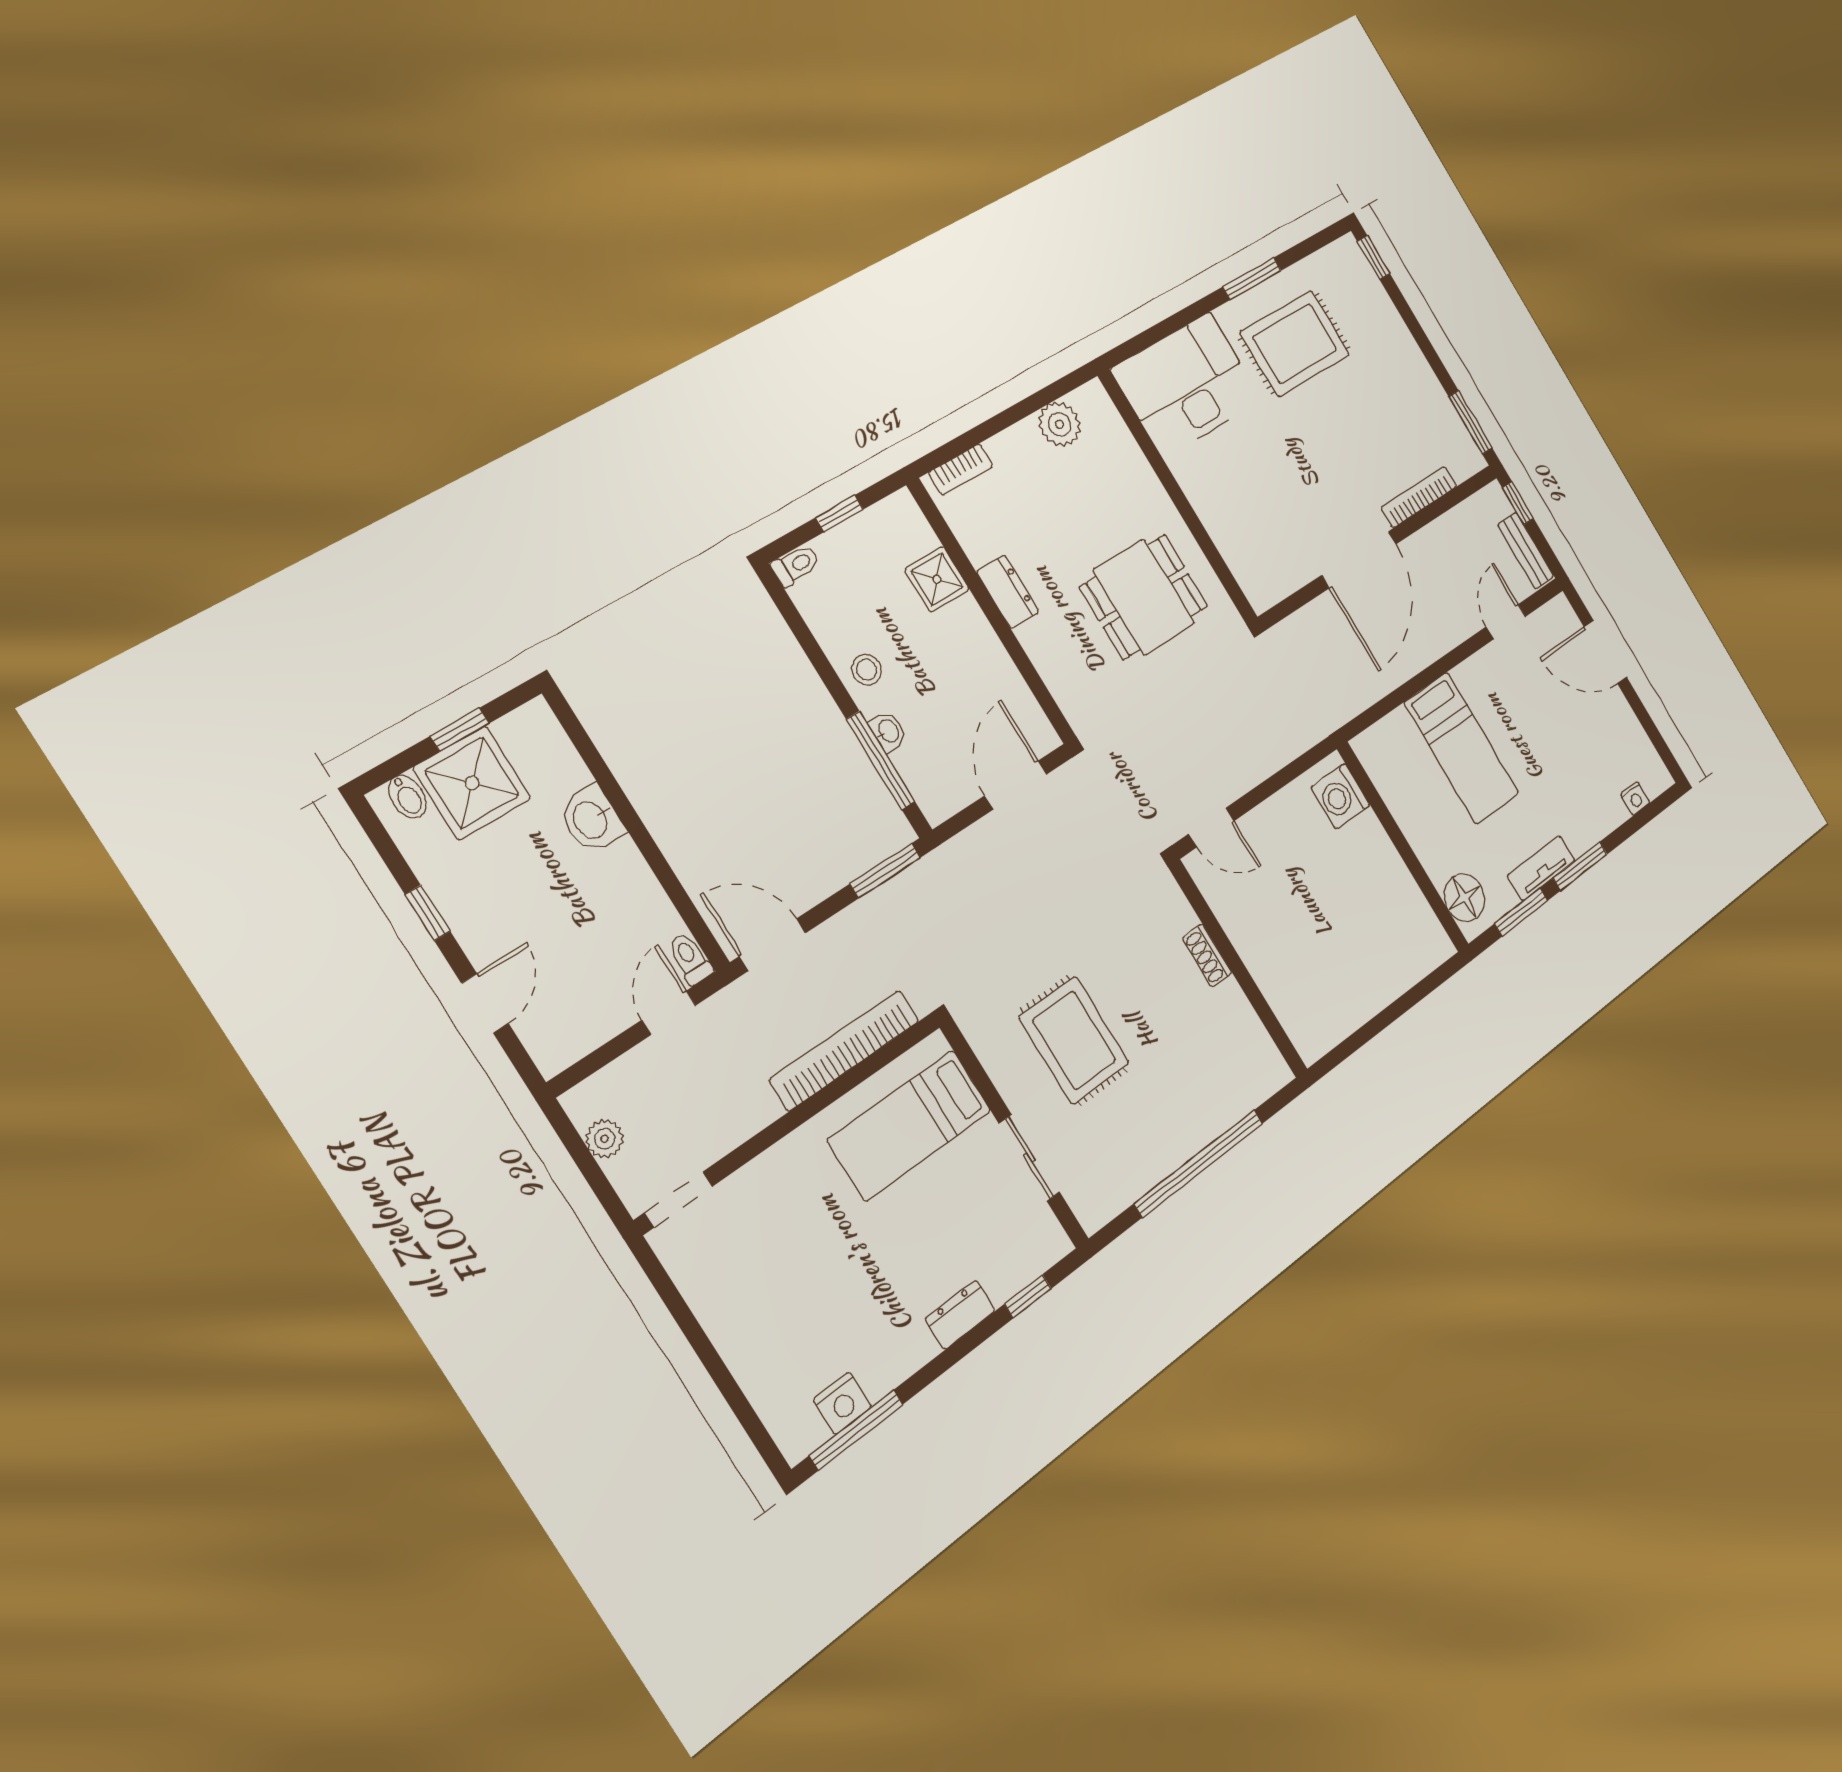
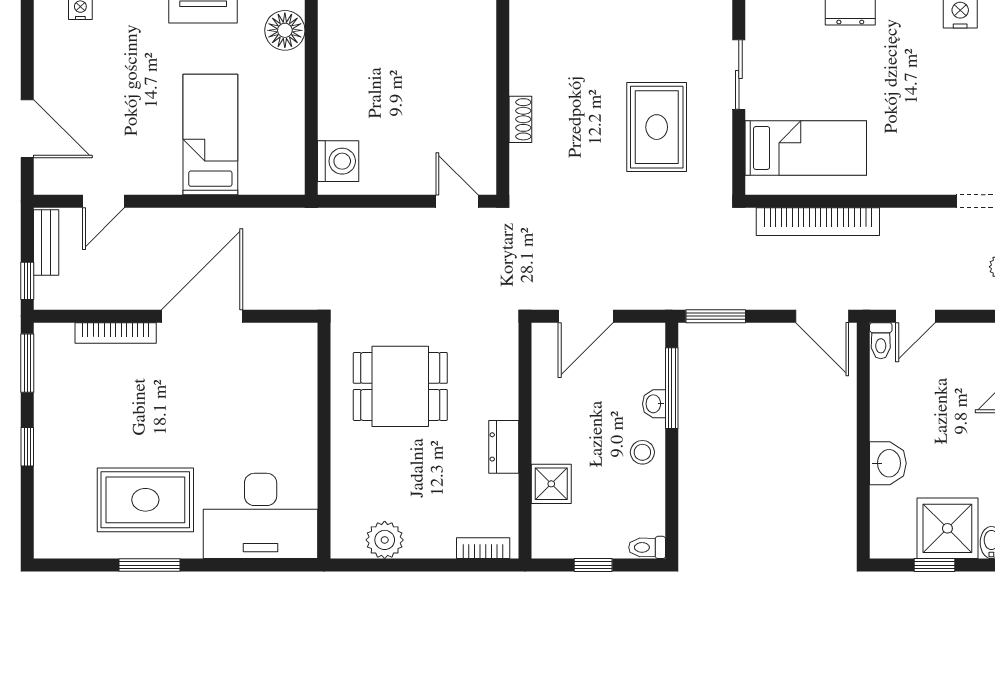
window: (1374, 258) -> (27, 447), moved

